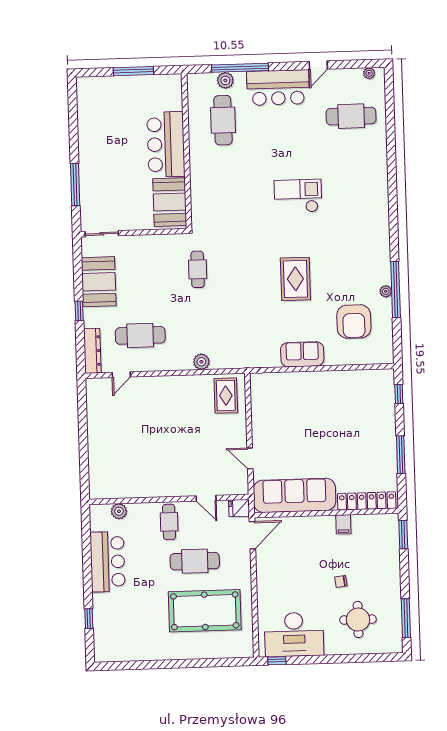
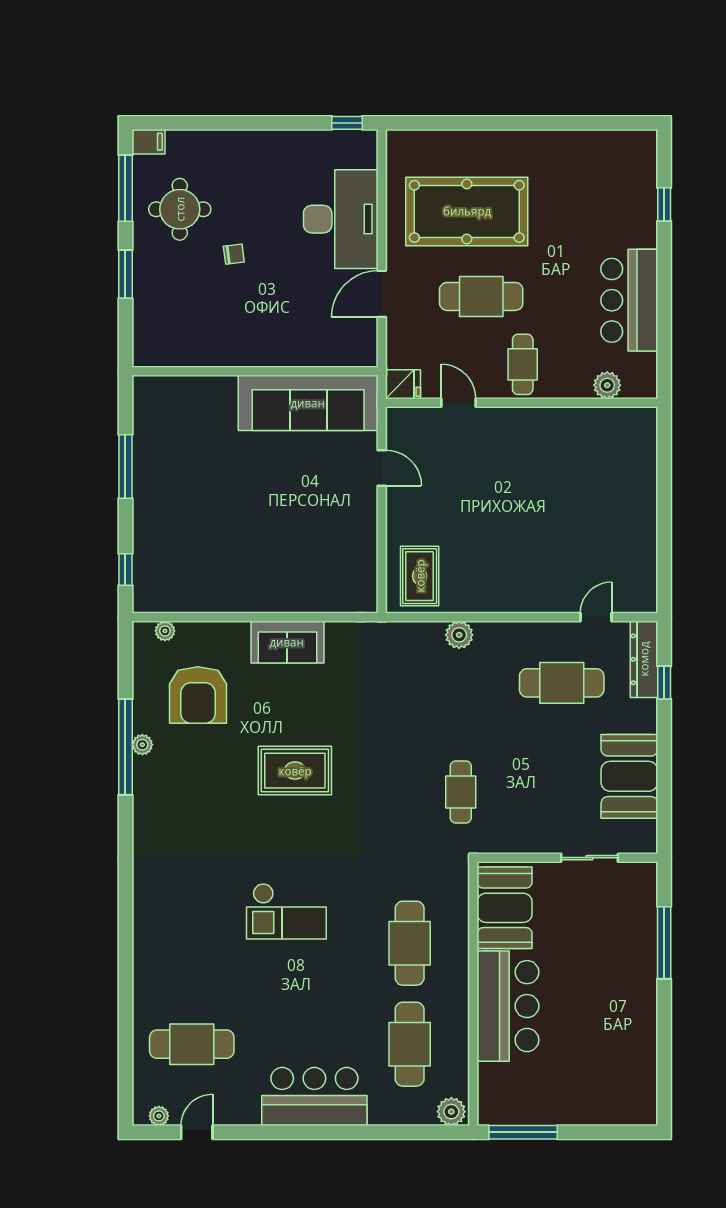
door: (318, 65) -> (197, 1132), moved
window: (240, 68) -> (378, 1132), removed
window: (133, 71) -> (523, 1132), moved
plant: (225, 80) -> (451, 1112), moved
cafe table: (225, 179) -> (410, 943), added
sliding door: (102, 234) -> (590, 858), moved
rug: (295, 279) -> (295, 771), turned 90
window: (79, 311) -> (664, 683), moved
armchair: (354, 321) -> (198, 695), turned 180
plant: (374, 359) -> (165, 631), added
locker: (367, 501) -> (186, 390), removed
filing cabinet: (343, 524) -> (148, 142), moved, turned 90
door: (252, 535) -> (382, 294), moved
window: (403, 535) -> (125, 274), moved
round table: (358, 620) -> (180, 209), moved
desk: (294, 634) -> (341, 219), moved, turned 90

